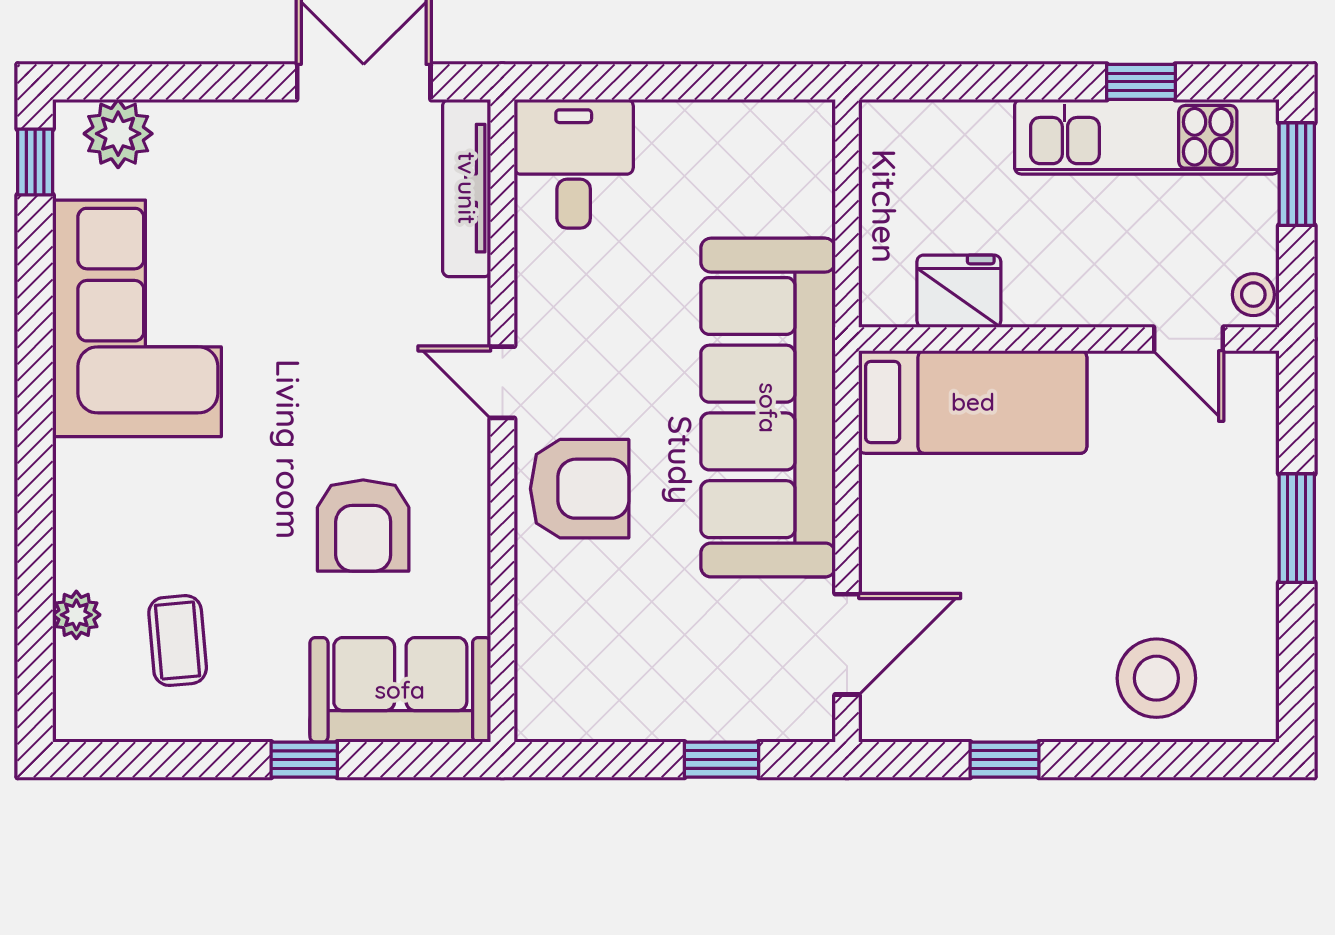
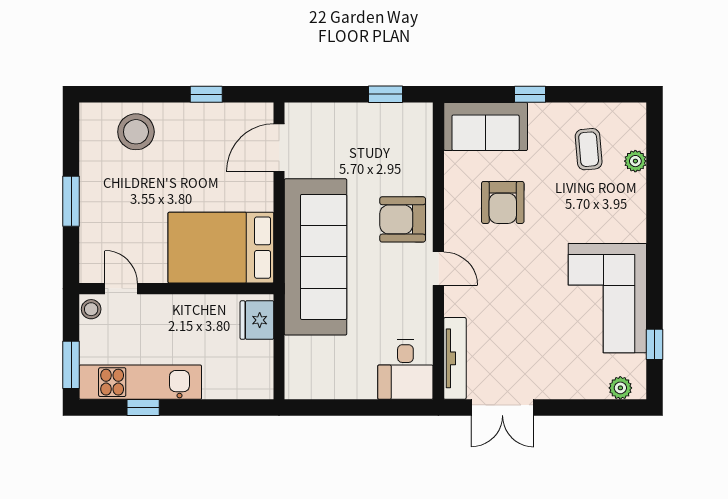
plant: (118, 134) -> (620, 388), width x0.73, depth x0.73
window: (35, 162) -> (654, 344), moved
fridge: (959, 291) -> (257, 320), moved, turned 90
bed: (973, 402) -> (221, 248), width x1.50
armchair: (363, 525) -> (503, 202), turned 180
window: (721, 760) -> (385, 94), moved

